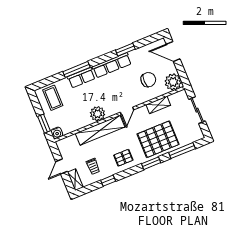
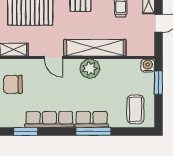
door: (127, 111) -> (53, 58), swing flipped

